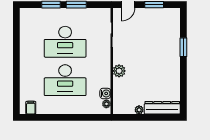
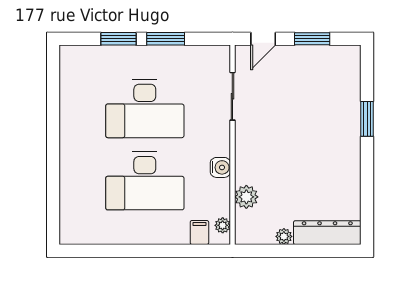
plant: (119, 71) -> (246, 197), moved
water cooler: (105, 93) -> (220, 167), moved
filing cabinet: (31, 108) -> (199, 232), moved

